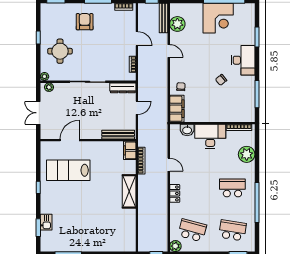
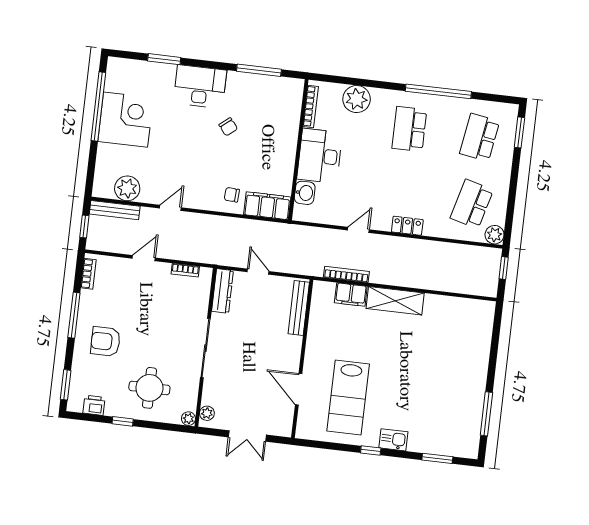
printer: (46, 19) -> (94, 405), added
filing cabinet: (130, 150) -> (351, 295), moved
kitchen sink: (46, 222) -> (393, 440), moved

